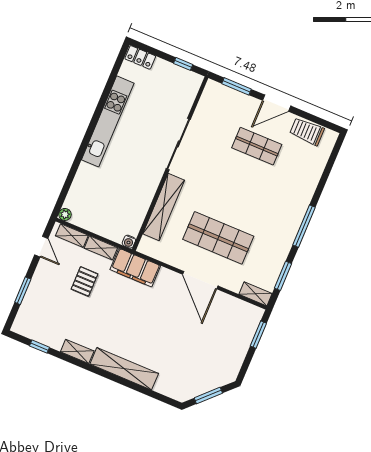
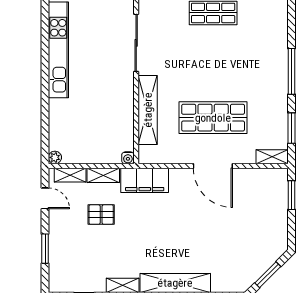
pallet: (85, 281) -> (101, 215), turned 90

